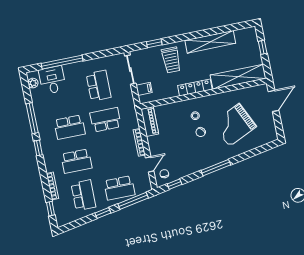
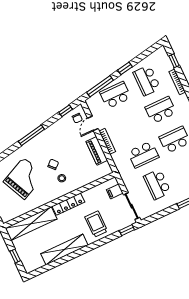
window: (154, 43) -> (127, 230), moved
piano: (150, 122) -> (97, 151), moved

